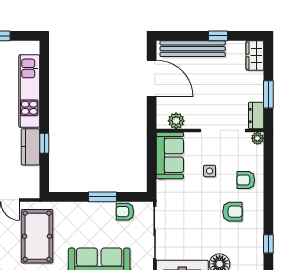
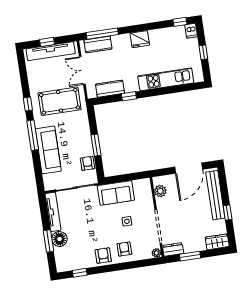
kitchen counter: (30, 147) -> (110, 89), moved
sofa: (170, 155) -> (116, 193), moved
armchair: (232, 212) -> (103, 256), moved, turned 180

